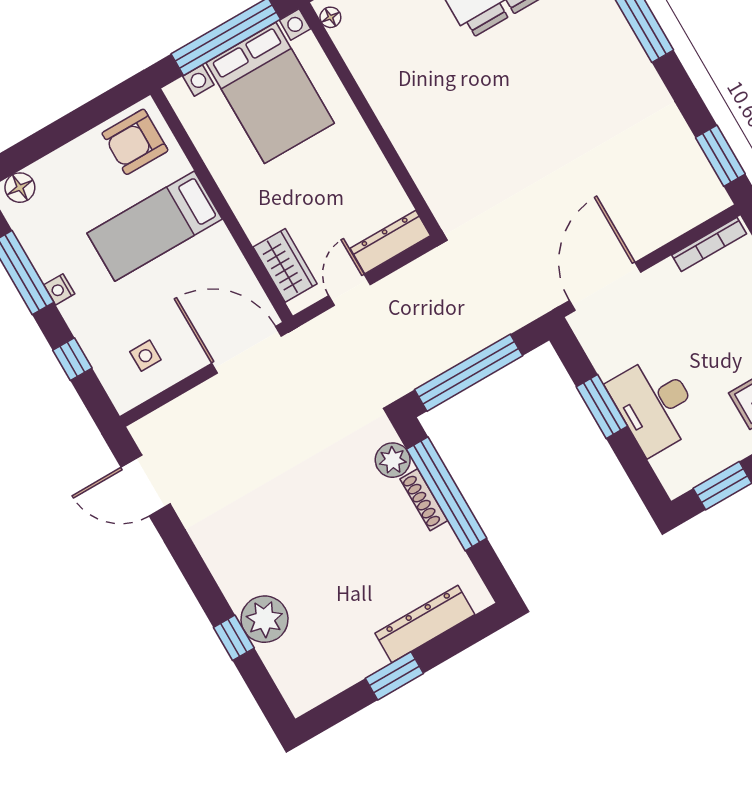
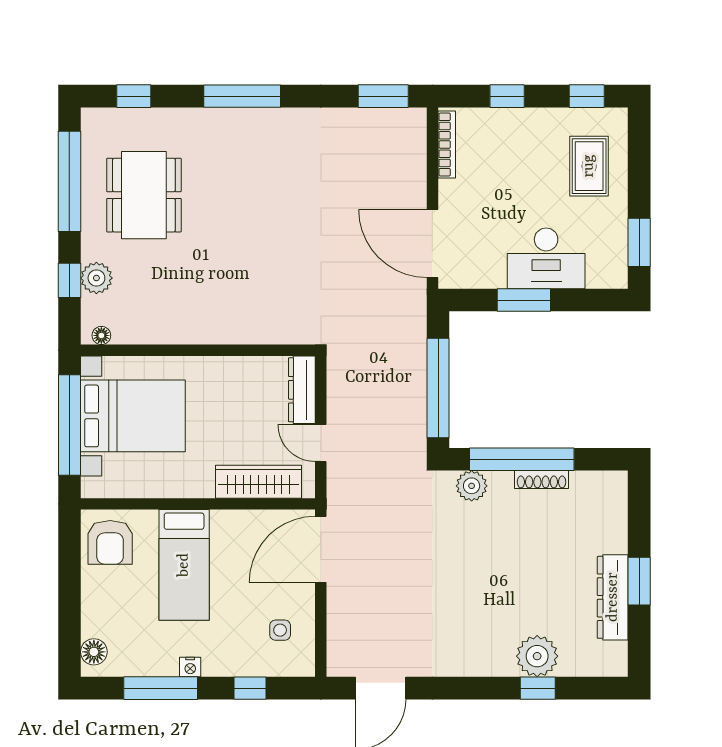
wardrobe: (285, 265) -> (259, 482), width x1.50
shoe rack: (424, 500) -> (542, 480), moved
dresser: (425, 624) -> (613, 597), moved

